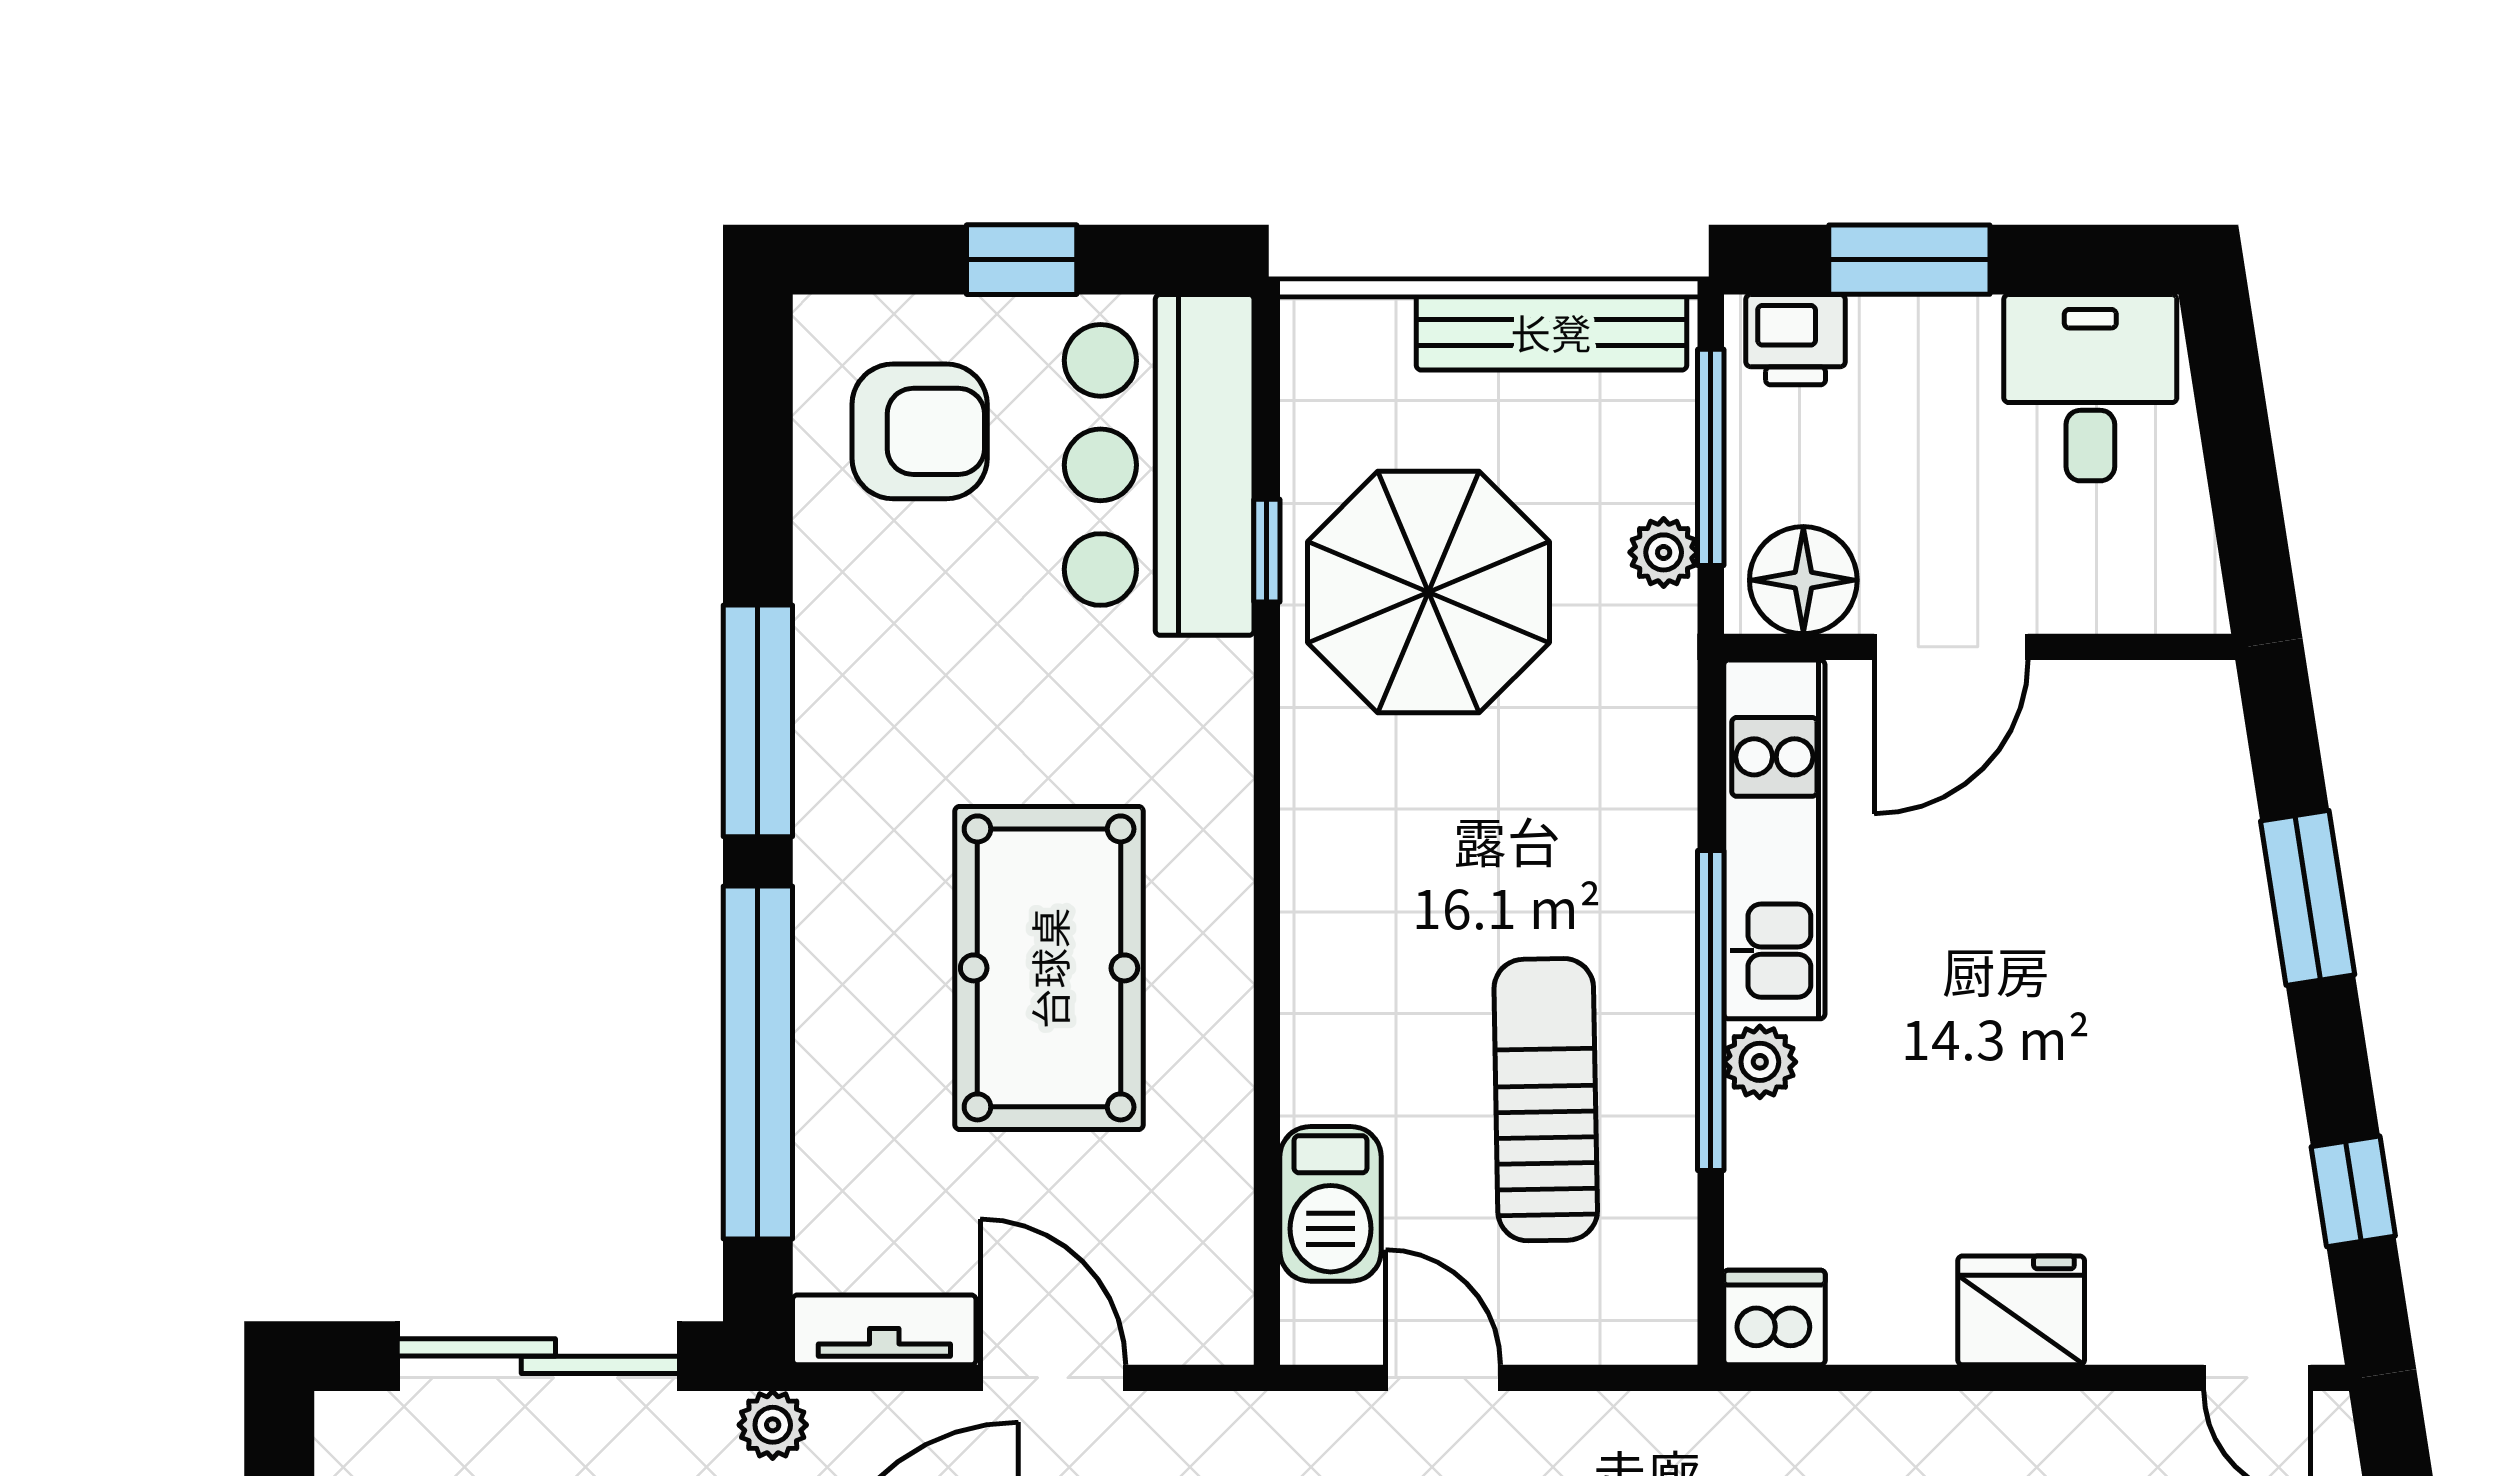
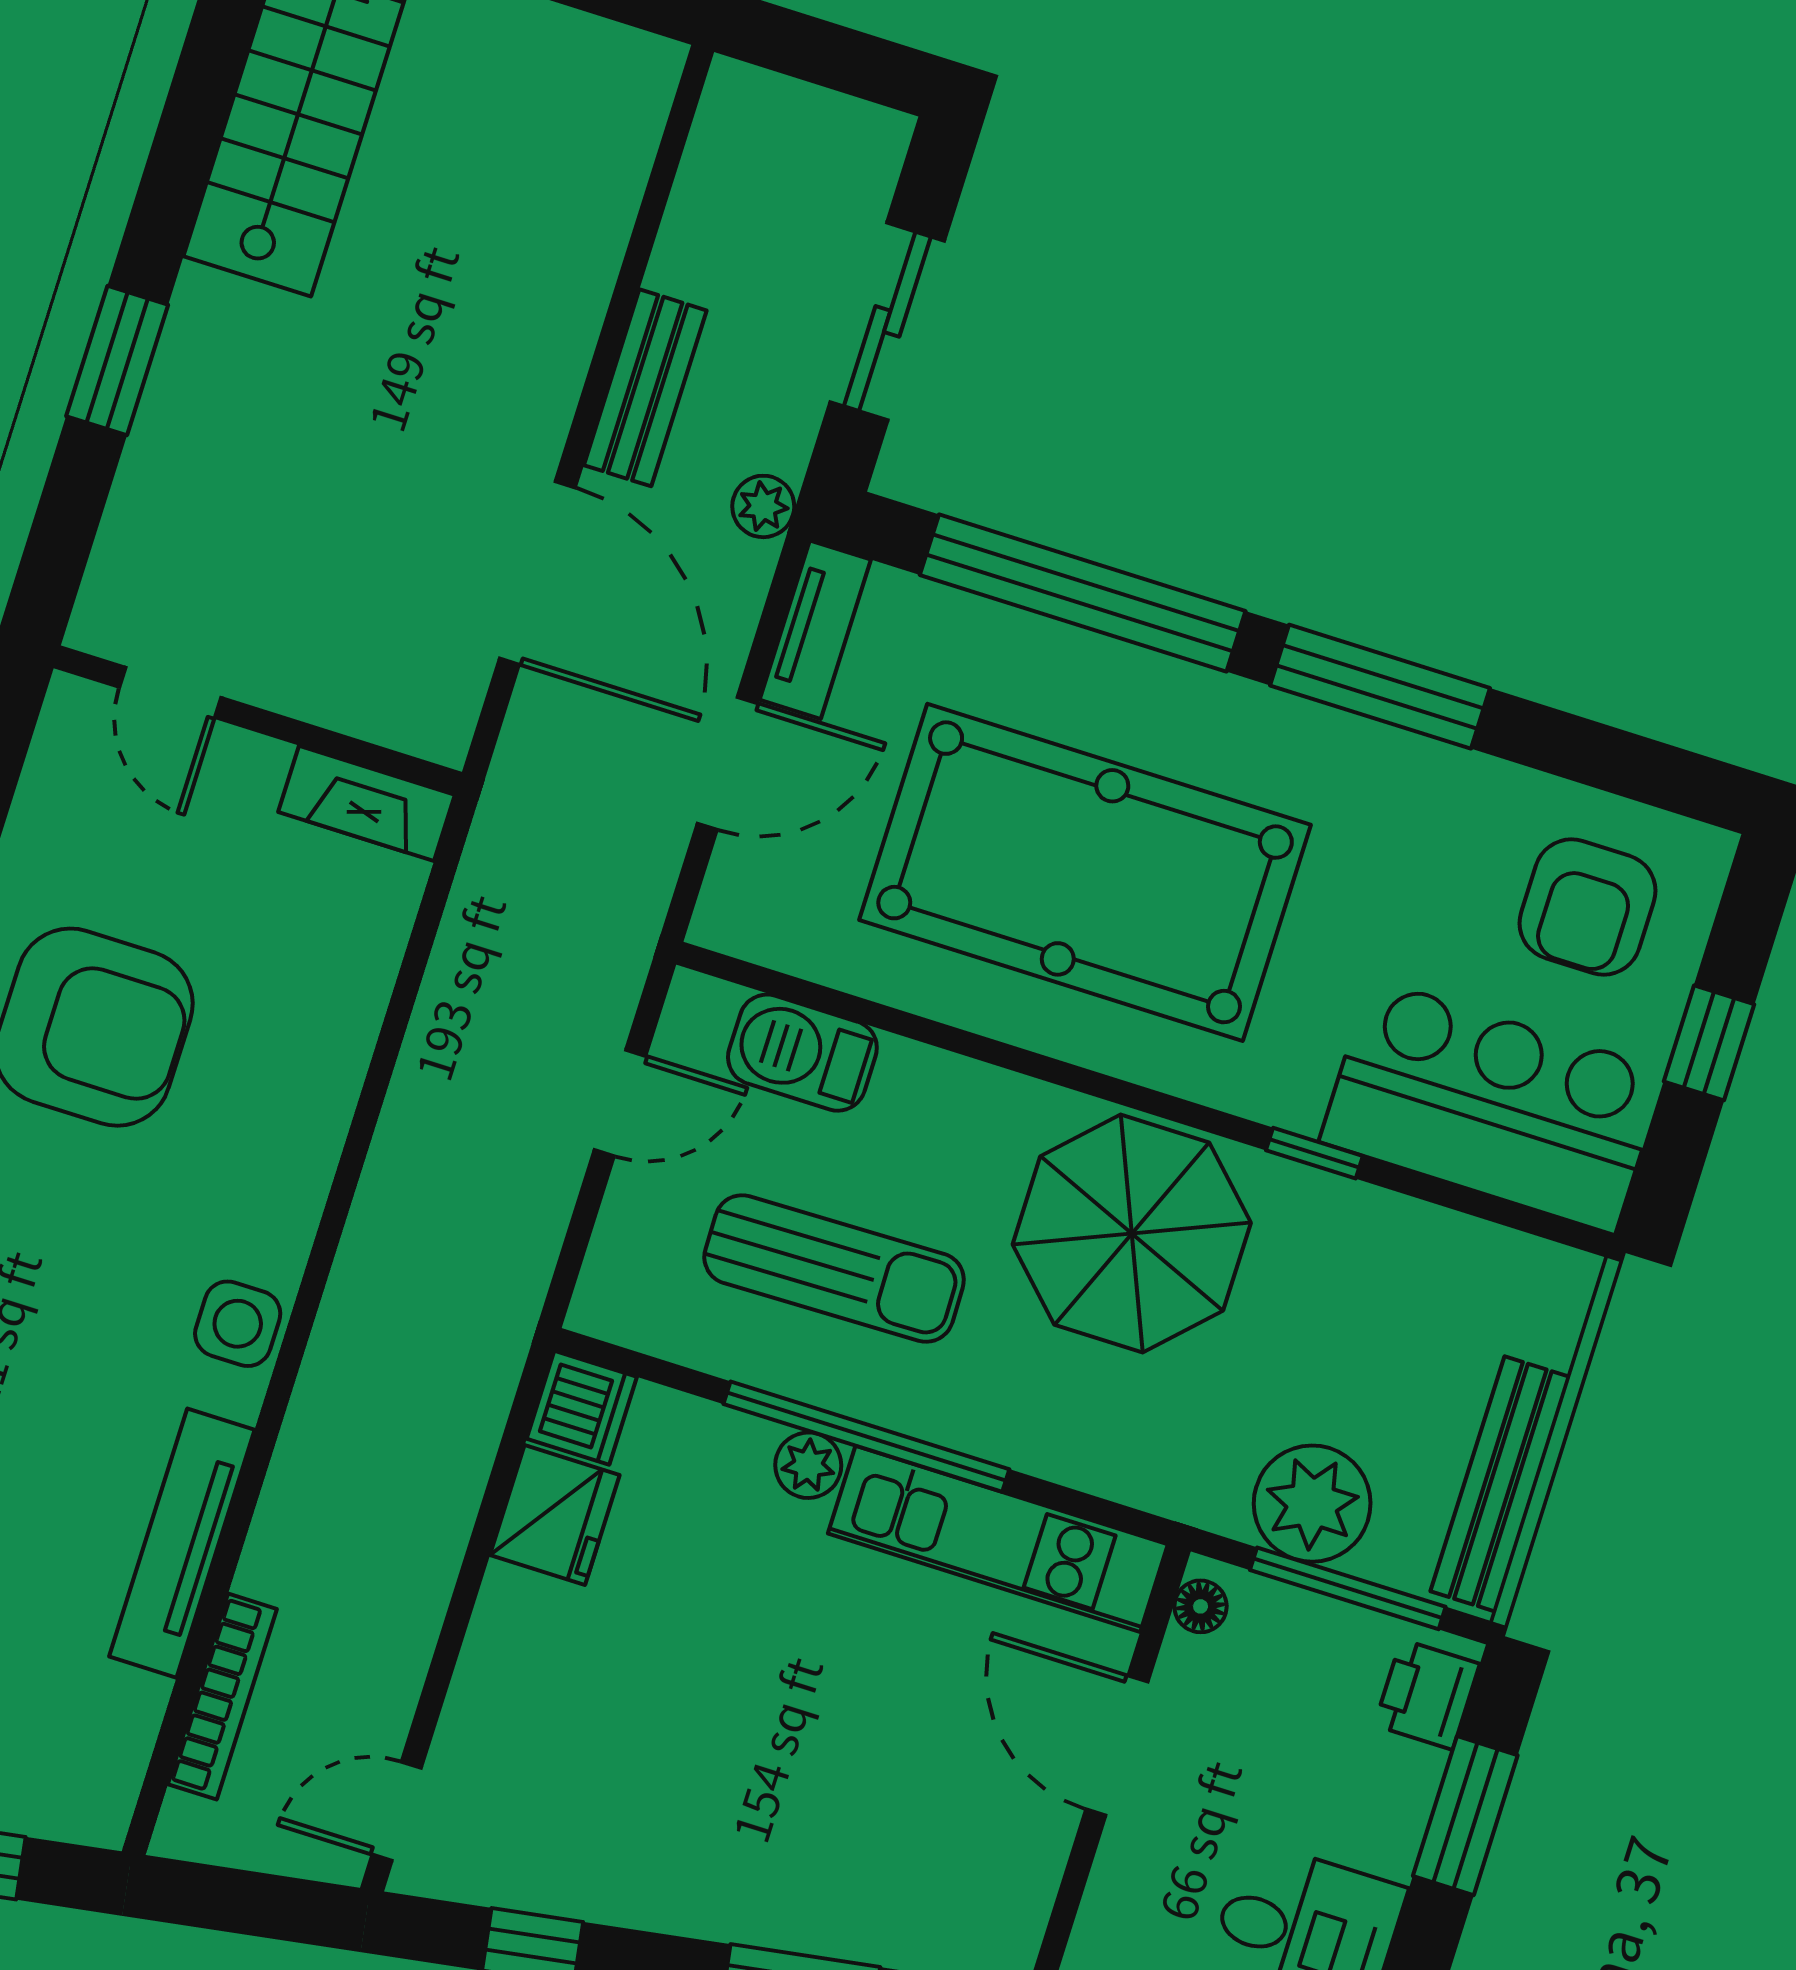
window: (1267, 551) -> (1314, 1153), moved
plant: (1664, 552) -> (1312, 1504), width x1.88, depth x1.88
floor lamp: (1803, 580) -> (1201, 1606), width x0.53, depth x0.53
parasol: (1428, 592) -> (1132, 1234), moved
pool table: (1049, 968) -> (1085, 872), width x1.36, depth x1.32
fridge: (2021, 1310) -> (555, 1515), moved
sliding door: (538, 1356) -> (887, 321), width x0.73

